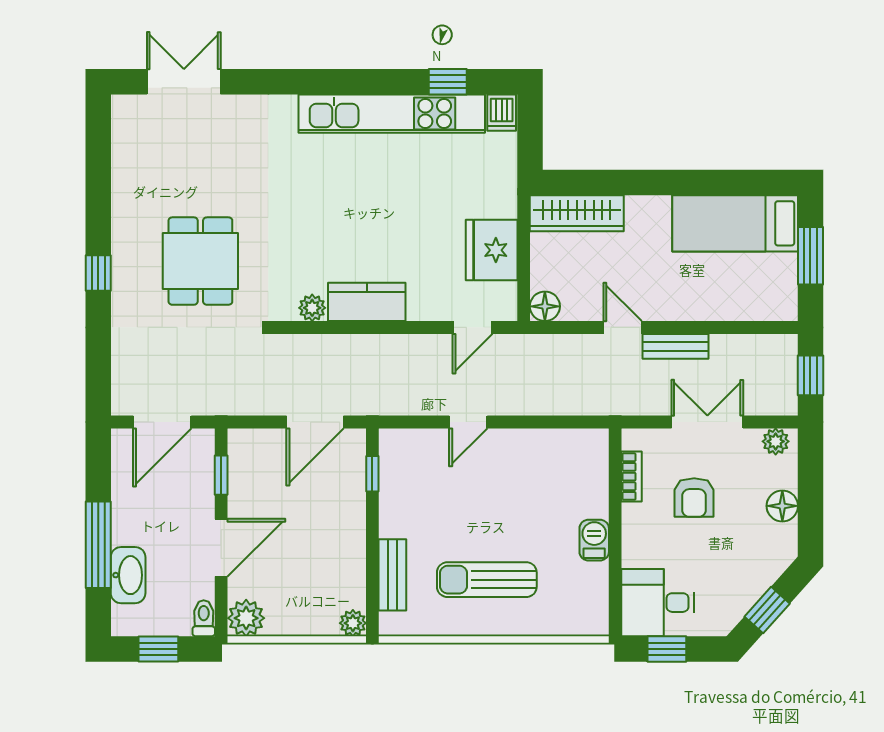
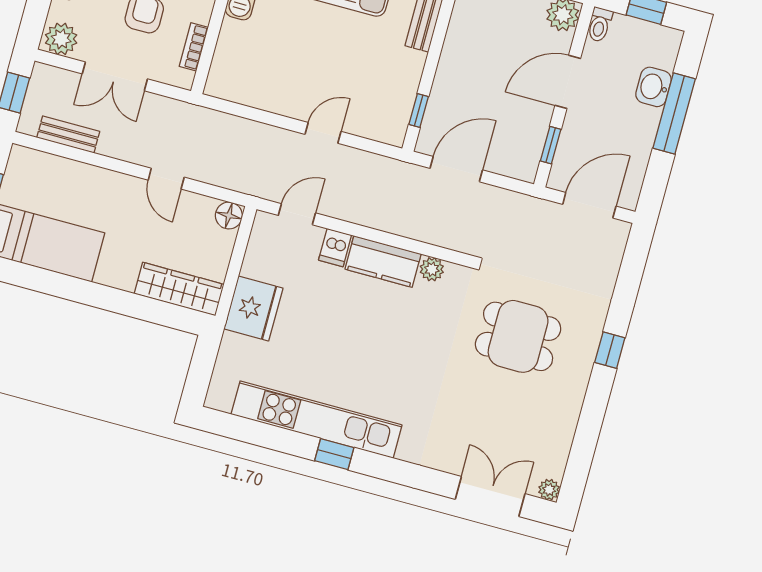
double door: (184, 82) -> (490, 496), swing flipped
window: (448, 82) -> (334, 454), moved
plant: (123, 106) -> (549, 490), added
dishwasher: (502, 113) -> (335, 248), moved, turned 180
fridge: (492, 250) -> (253, 308), moved
dining table: (200, 261) -> (518, 336), turned 90
bench: (675, 346) -> (68, 134), moved
plant: (776, 441) -> (61, 39), width x1.38, depth x1.38
washbasin: (128, 575) -> (653, 87), width x0.72

